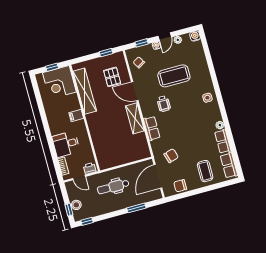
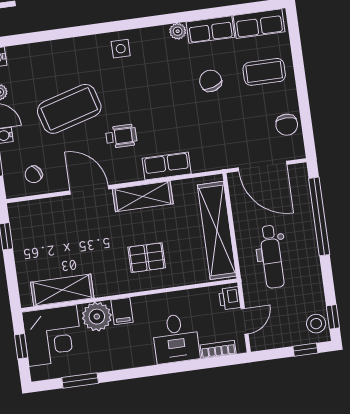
coffee table: (174, 76) -> (69, 109), turned 74
pallet: (112, 77) -> (147, 258), moved
shelving: (85, 91) -> (62, 290), width x0.68
door: (135, 91) -> (89, 190), swing flipped
window: (39, 99) -> (80, 380), added
plant: (72, 103) -> (97, 317), added
chair: (171, 156) -> (211, 81), moved
shelving: (123, 158) -> (217, 230), added
stool: (76, 205) -> (316, 324), moved
window: (136, 208) -> (319, 216), width x2.11

